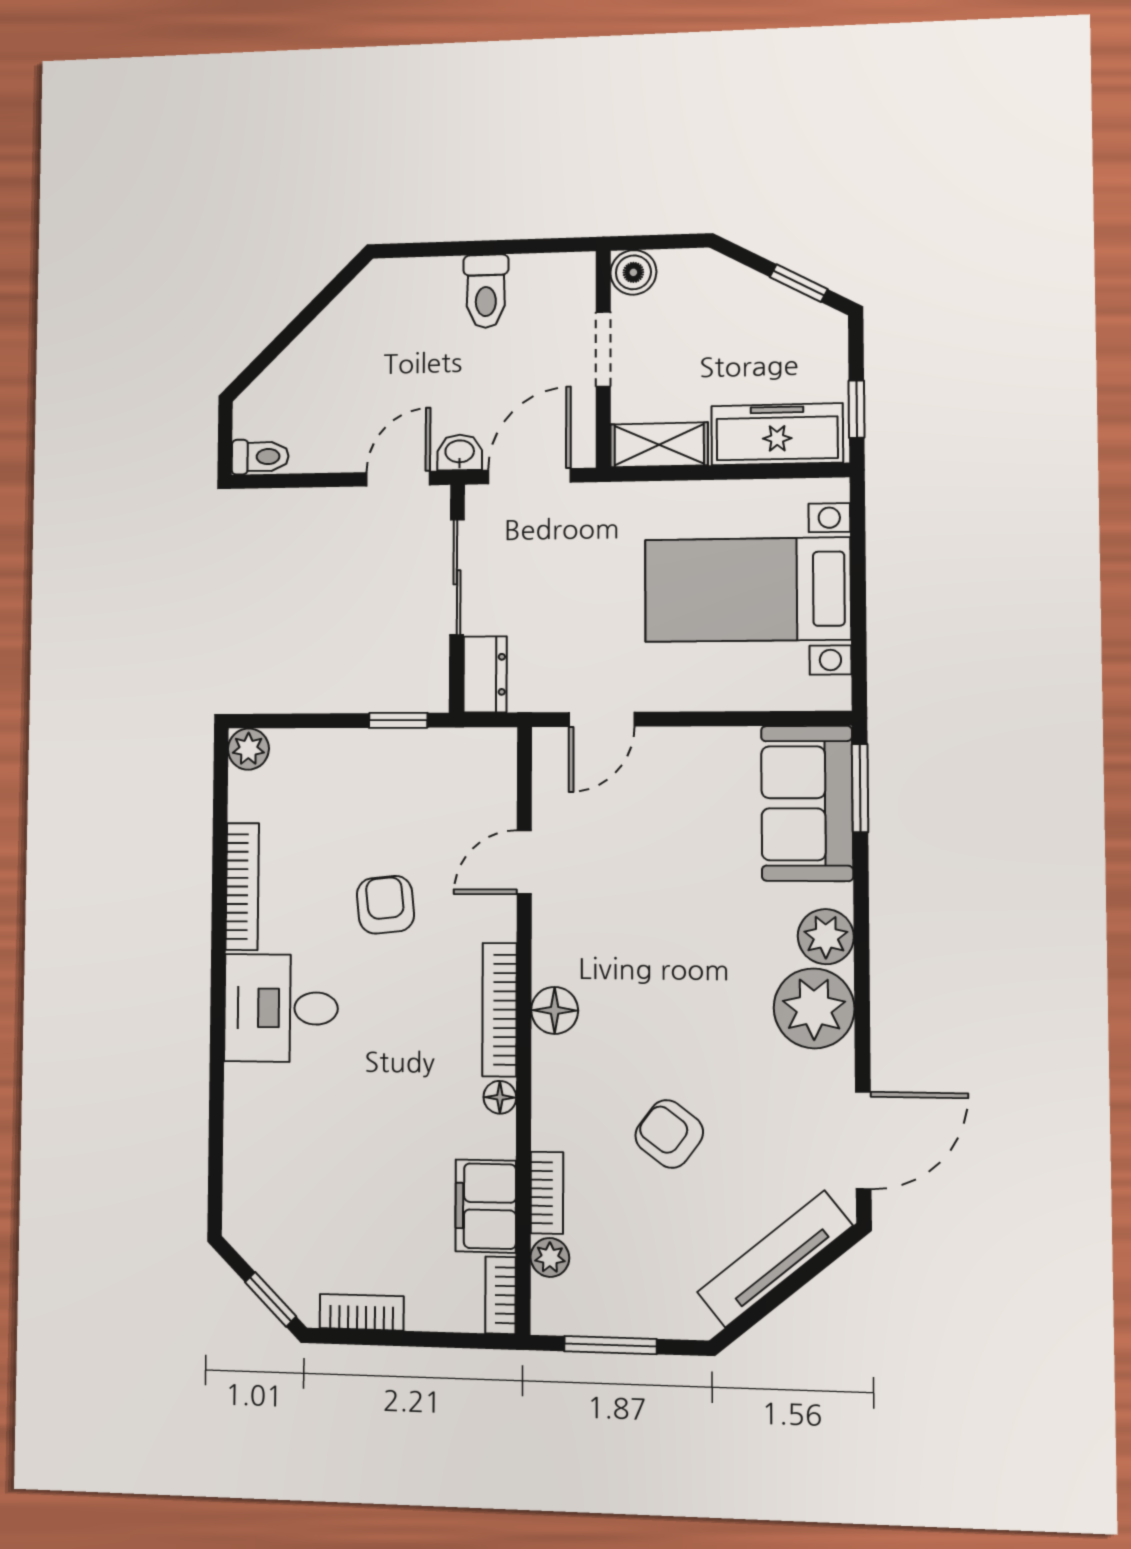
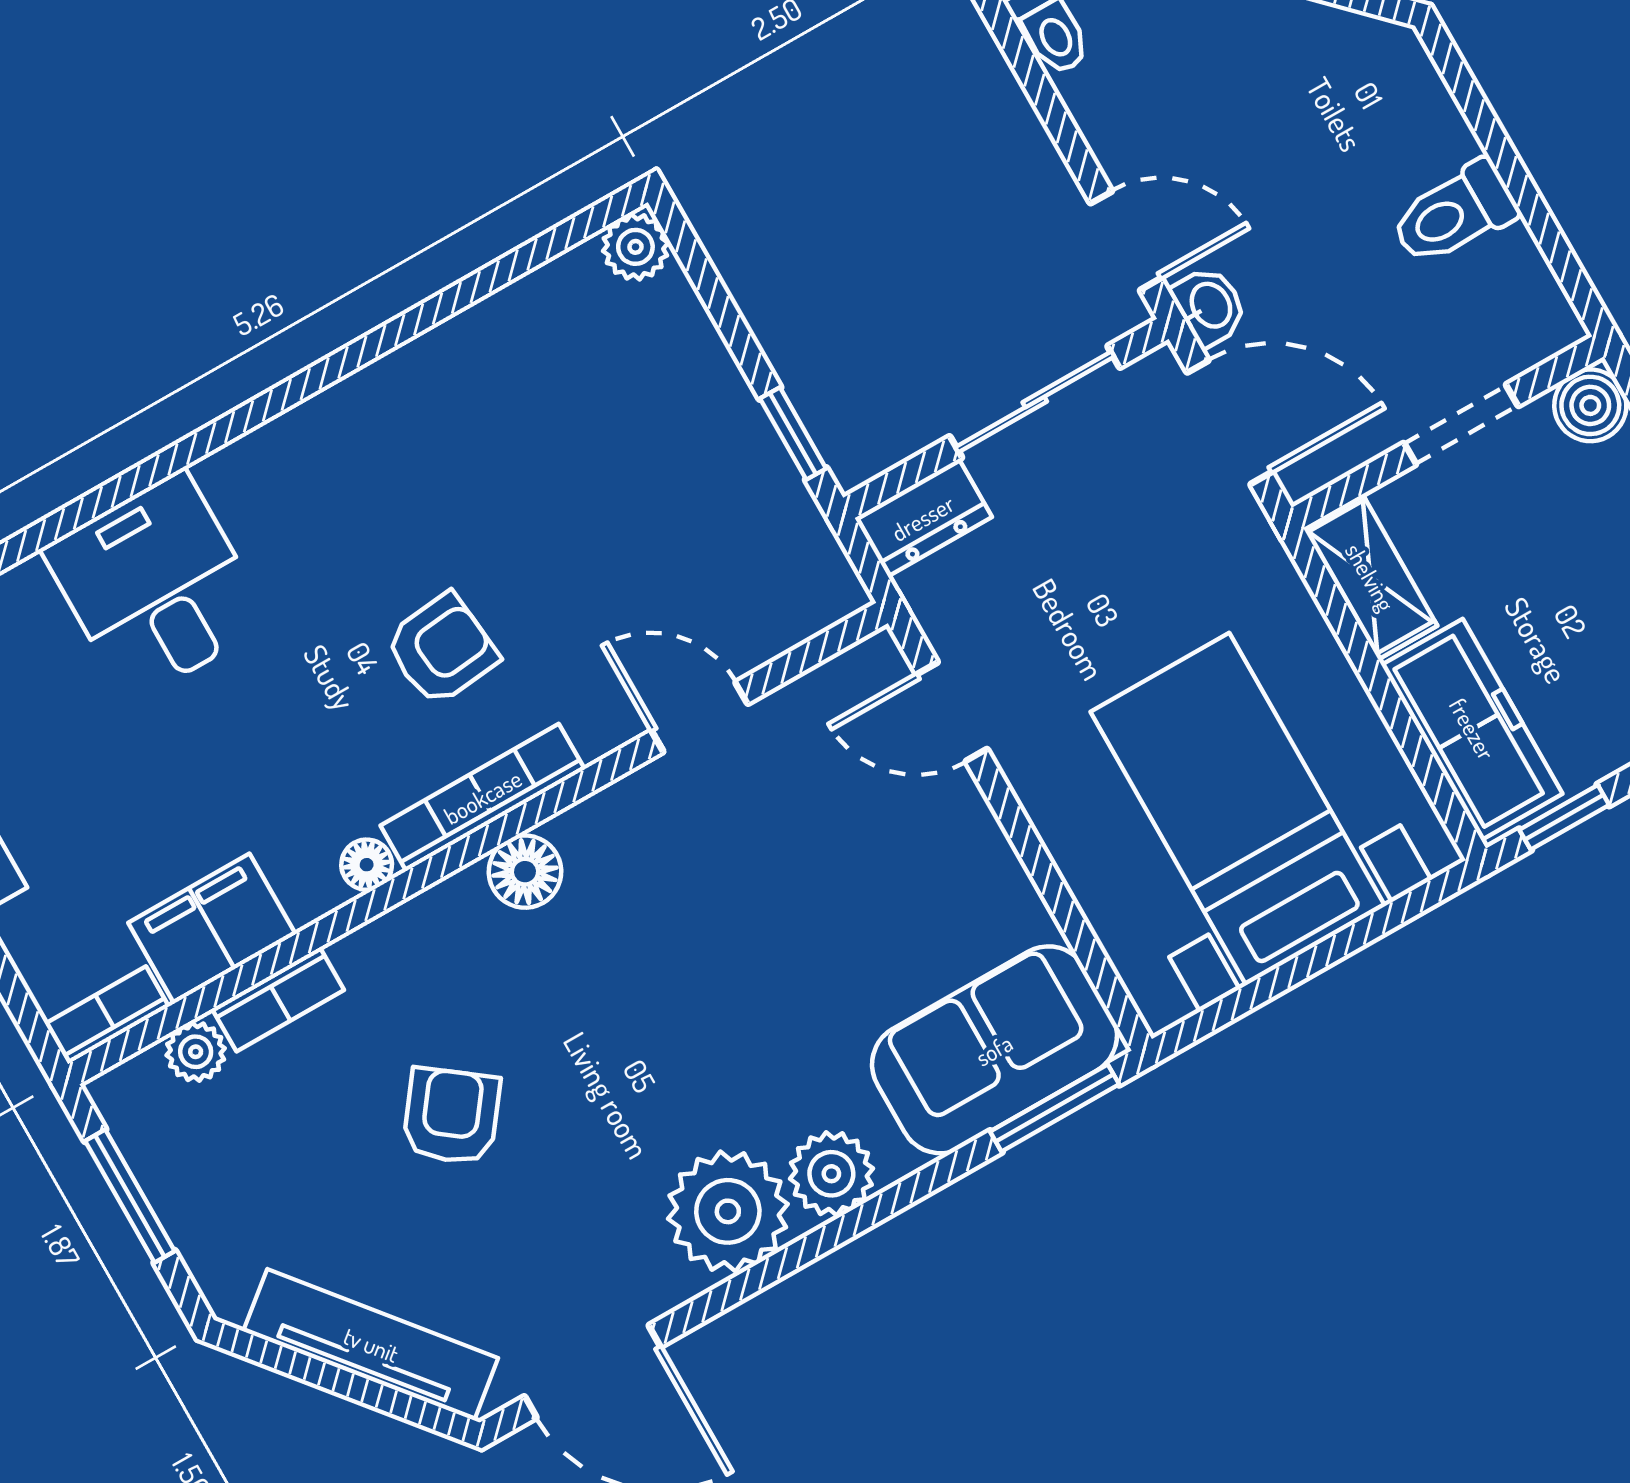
bookcase: (242, 886) -> (443, 348), removed
armchair: (385, 905) -> (442, 649), moved
desk: (281, 1008) -> (156, 586), moved

